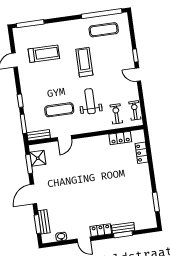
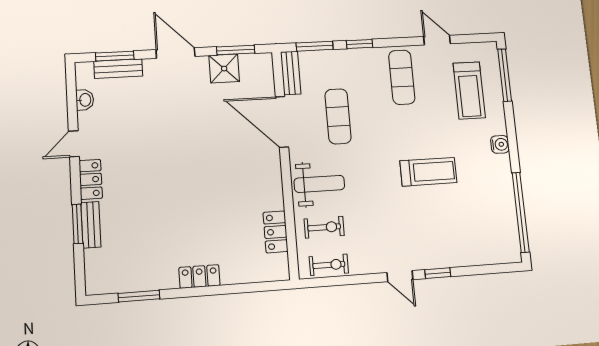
water cooler: (67, 25) -> (500, 144), added
exercise mat: (104, 30) -> (402, 77), moved
treadmill: (44, 54) -> (469, 90), moved
door: (138, 75) -> (400, 276), swing flipped
weight bench: (90, 101) -> (319, 184), moved
door: (64, 138) -> (282, 122), width x1.88
locker: (142, 153) -> (199, 276), moved
shower: (38, 158) -> (224, 69), moved

